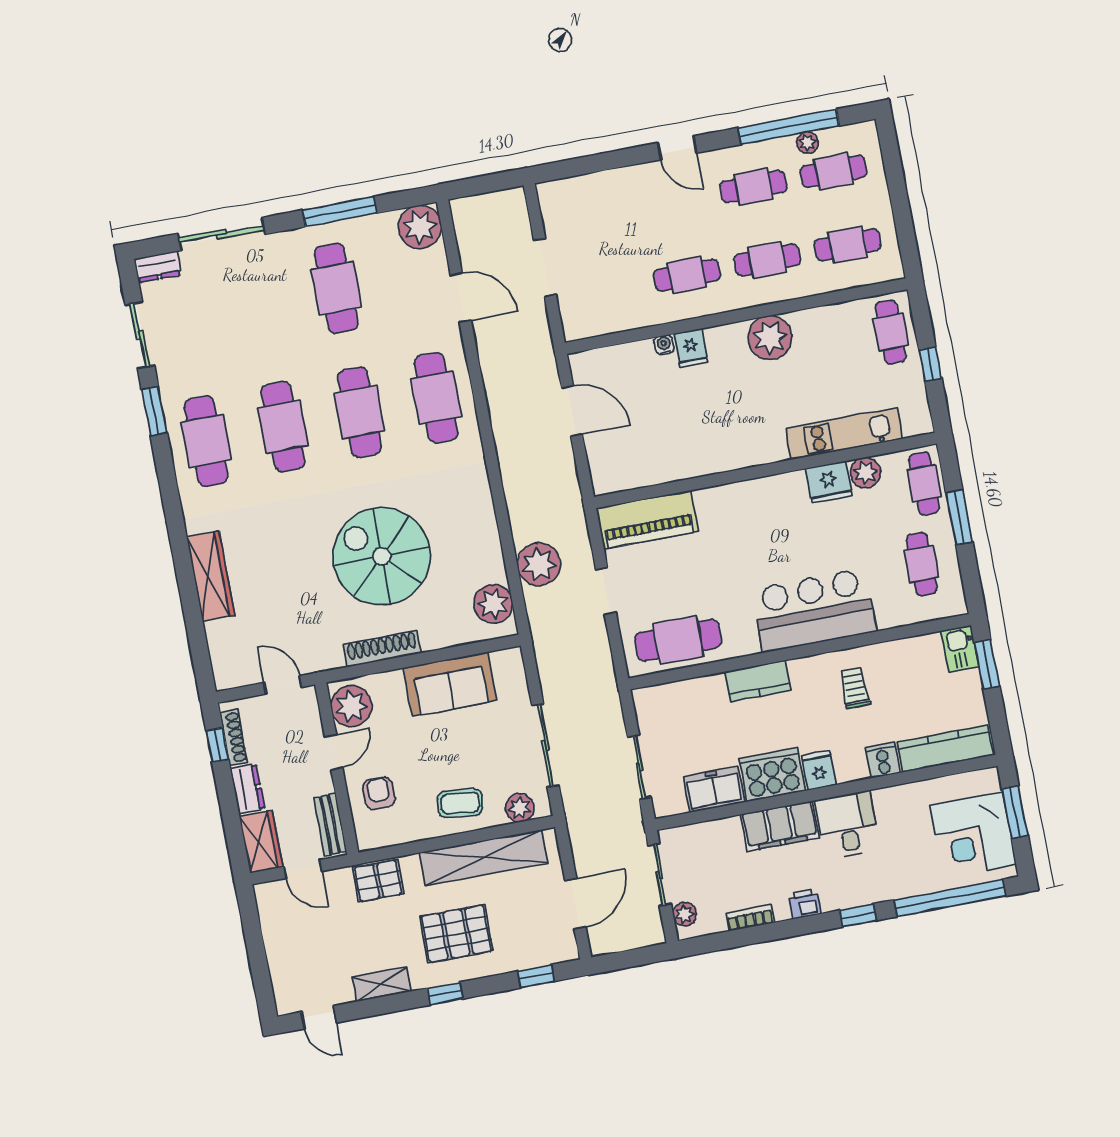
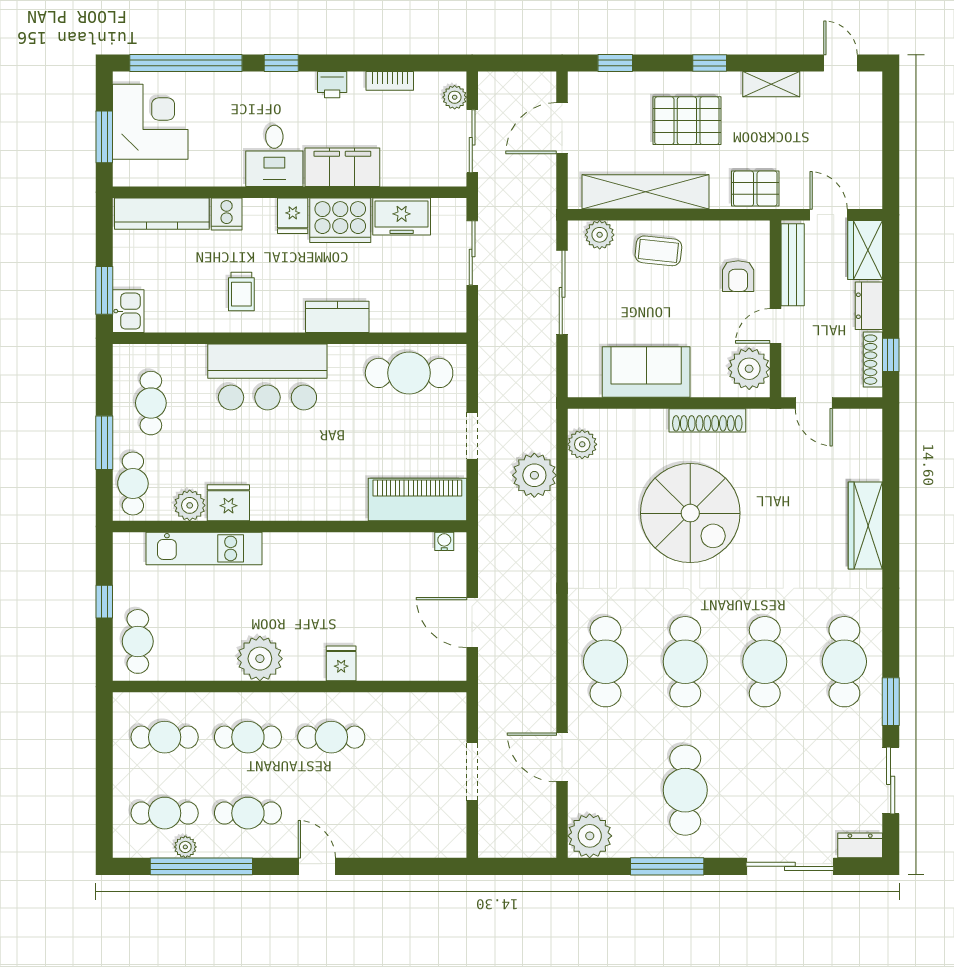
water cooler: (664, 345) -> (444, 541), moved, turned 180
plant: (493, 604) -> (582, 444), width x0.73, depth x0.73
bench: (330, 825) -> (793, 265), width x1.36

